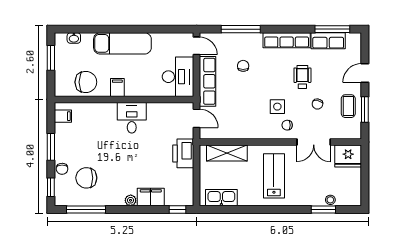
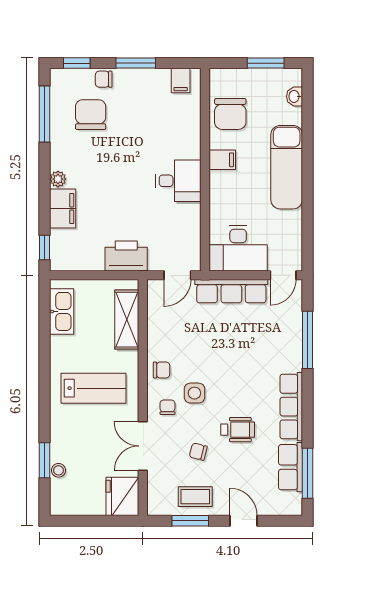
chair: (243, 66) -> (162, 370), moved

